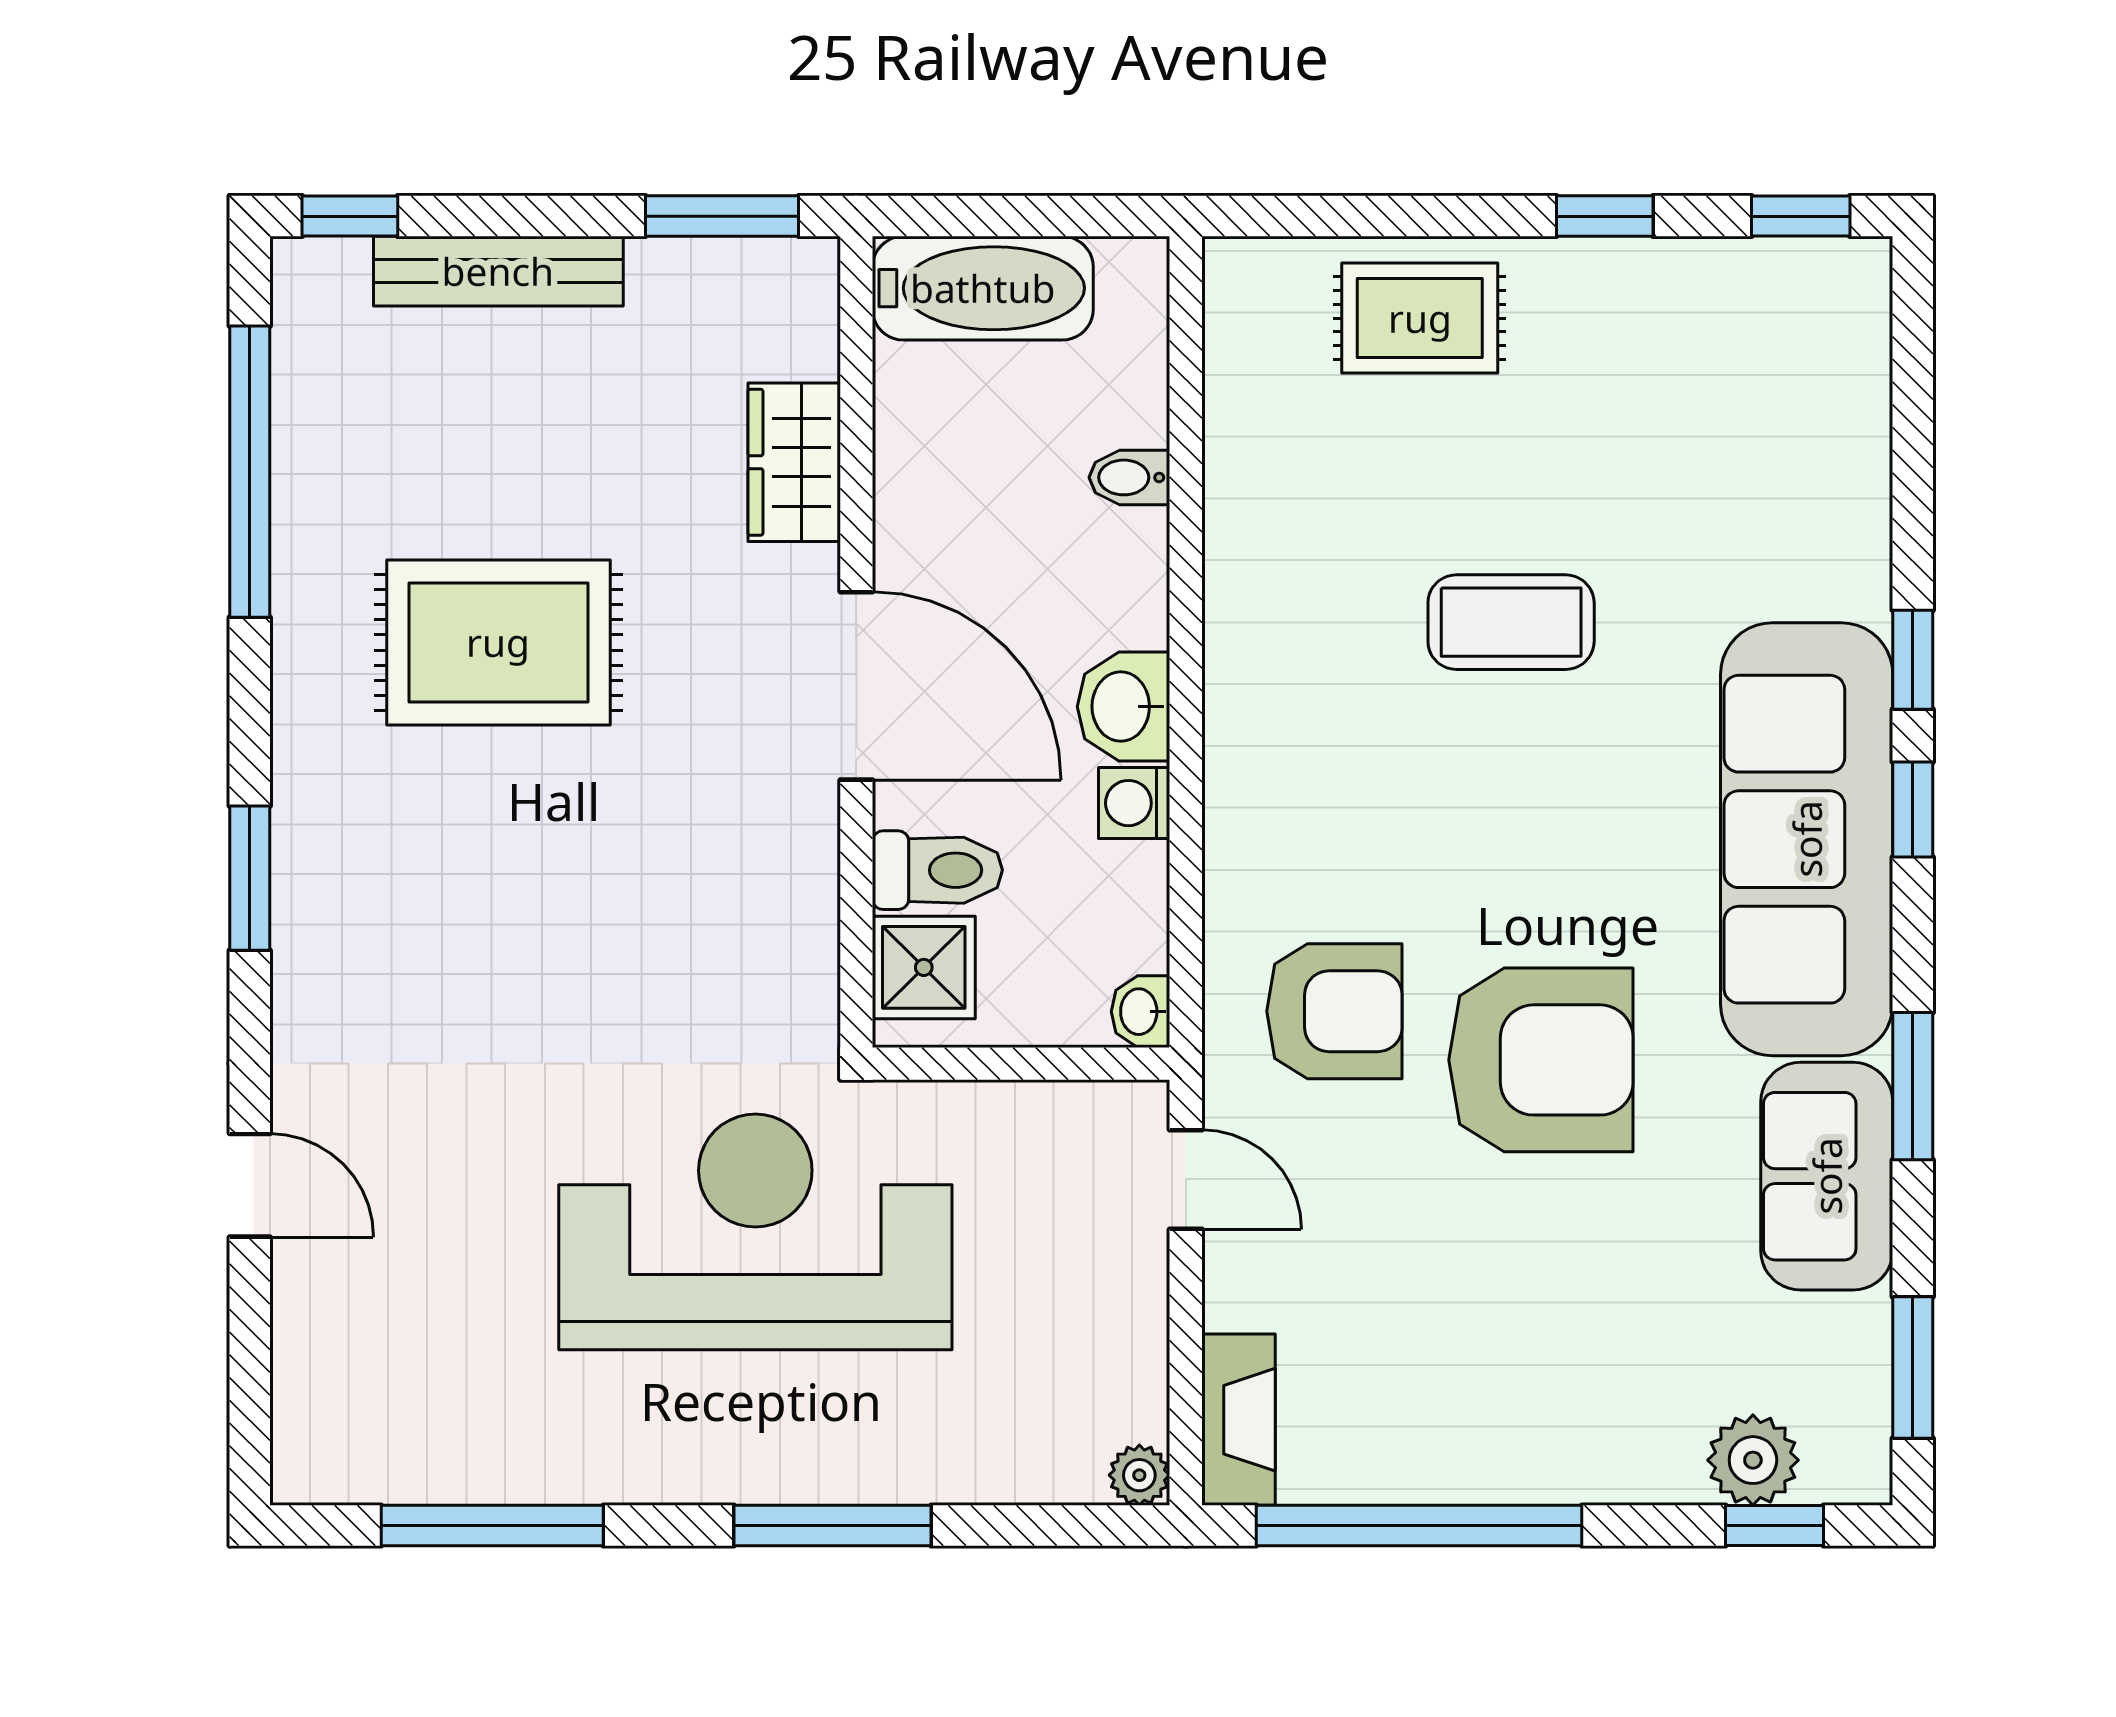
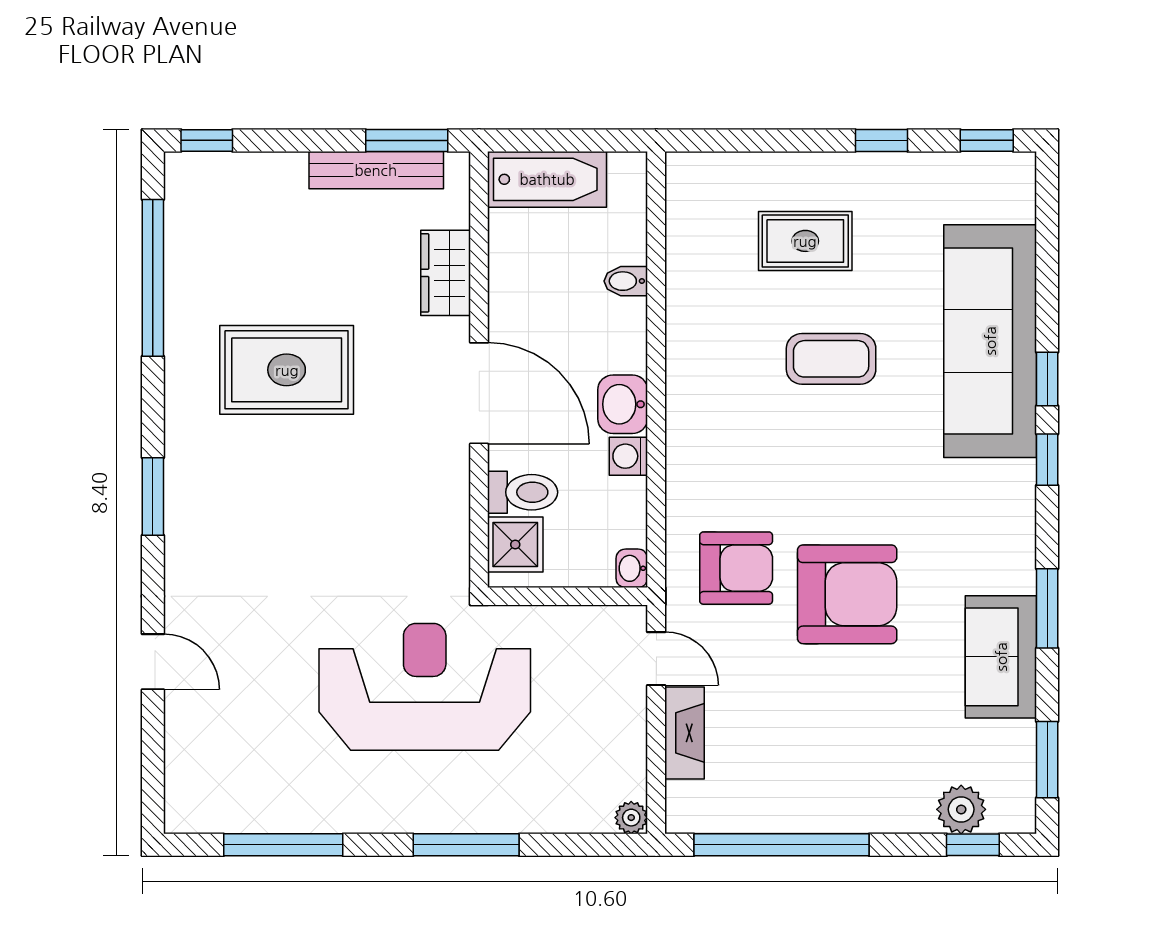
bench: (498, 271) -> (376, 170), moved
rug: (1420, 318) -> (805, 241), moved
sofa: (1807, 839) -> (990, 341), moved
fireplace: (1238, 1420) -> (684, 733), moved

